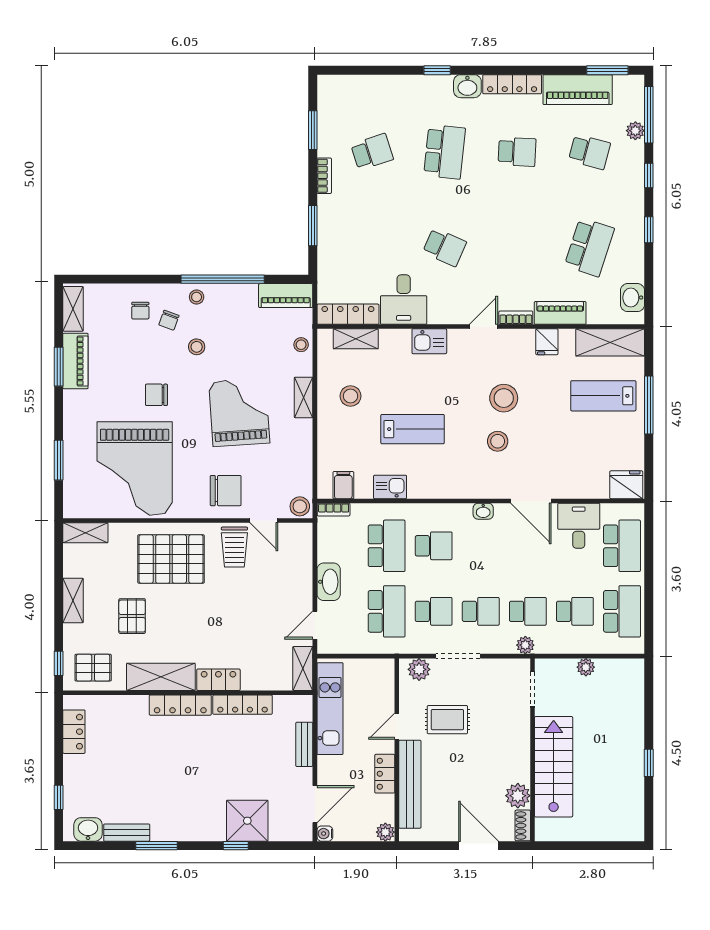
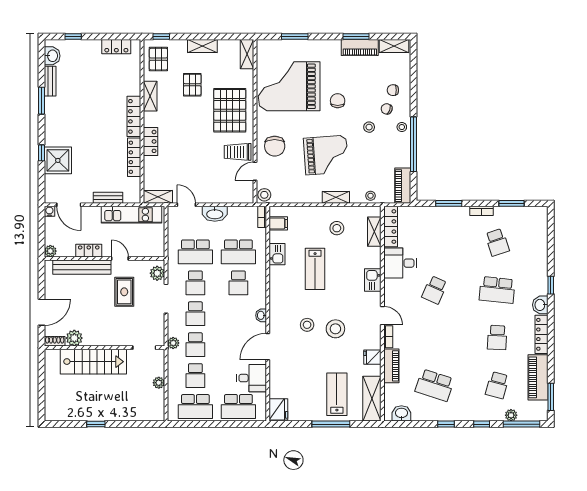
pallet: (132, 616) -> (192, 85), turned 90
shelving: (161, 677) -> (150, 96), width x0.67, depth x0.75

